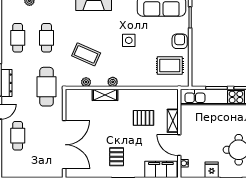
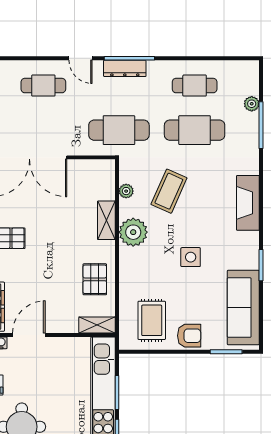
cafe table: (47, 38) -> (195, 130), width x1.37, depth x1.35
plant: (113, 82) -> (133, 232), width x1.88, depth x1.88
pallet: (143, 118) -> (95, 279), moved
shelving: (173, 121) -> (97, 325), moved

